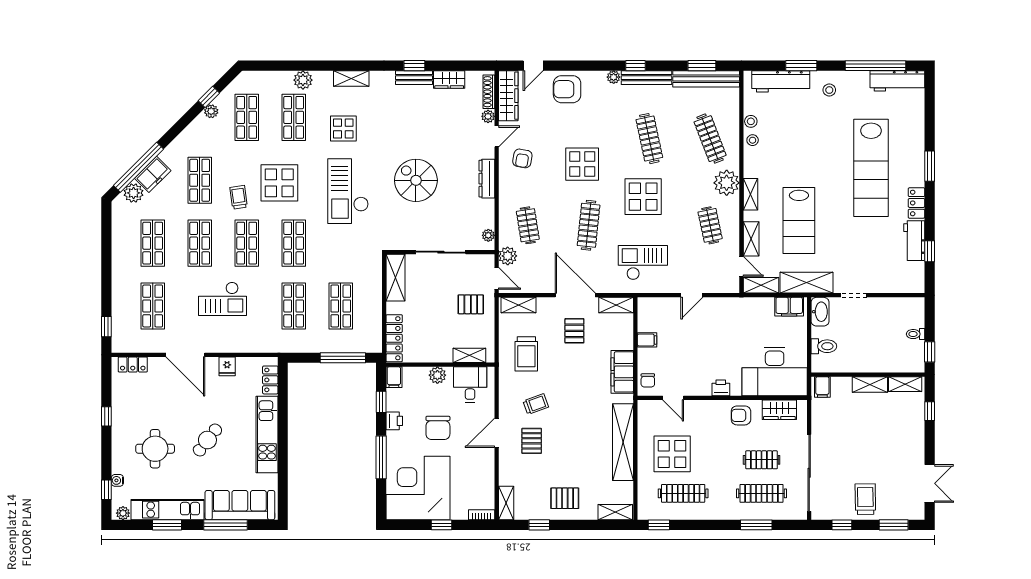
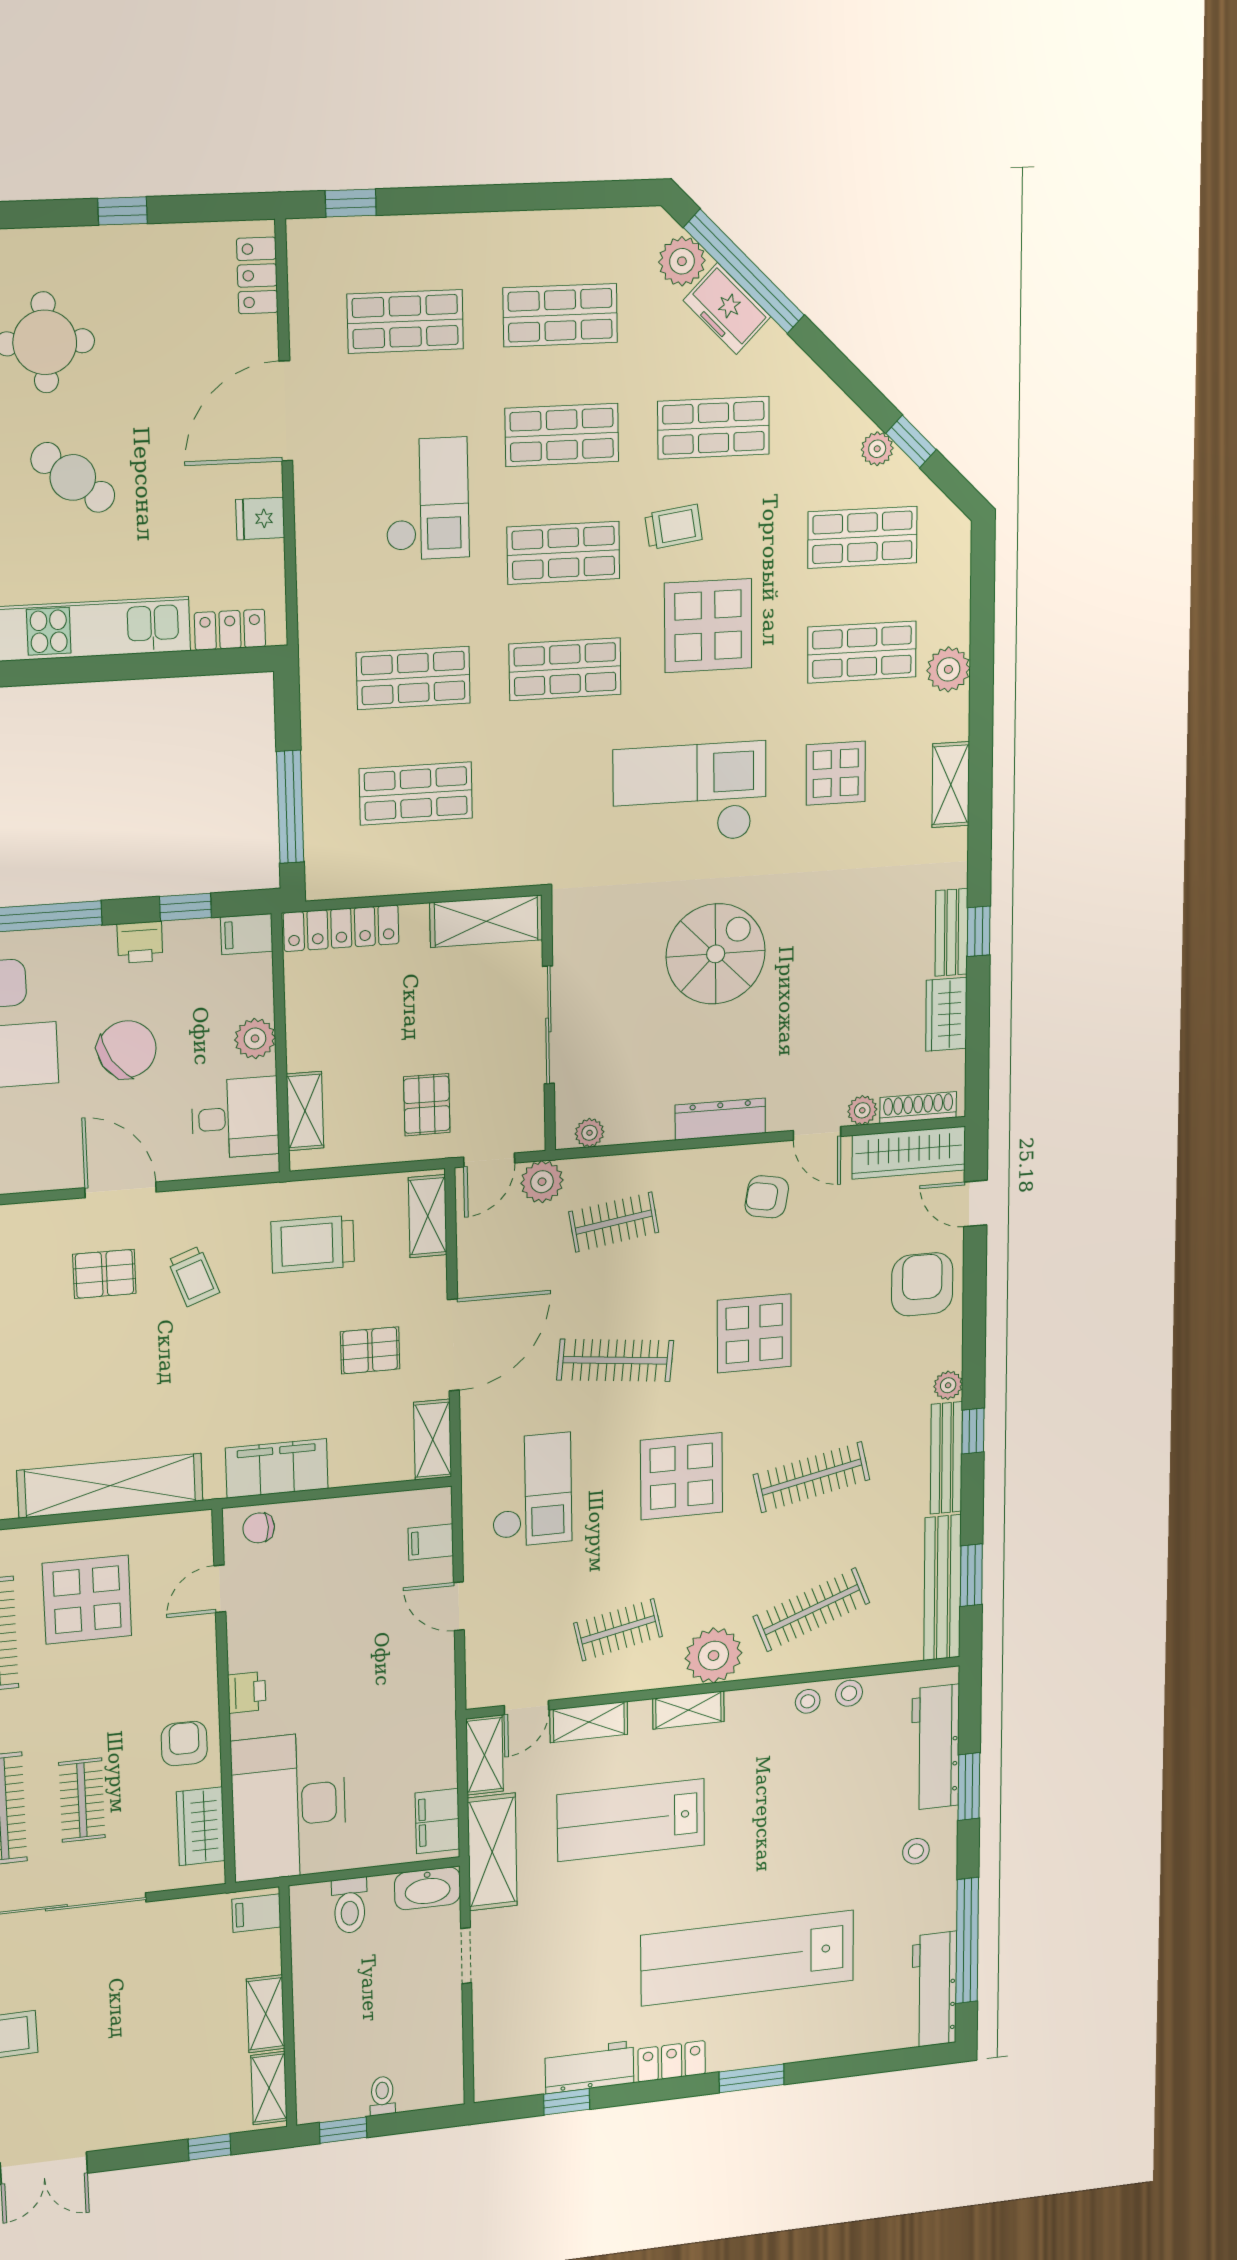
checkout: (222, 299) -> (427, 499), turned 180
filing cabinet: (647, 340) -> (431, 1542), moved, turned 90
chair: (438, 428) -> (127, 1049), turned 147

